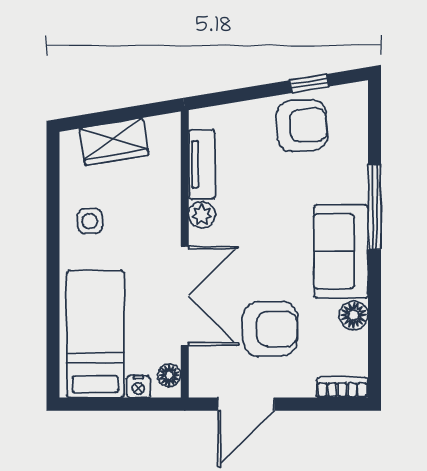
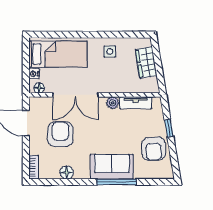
window: (309, 83) -> (169, 128), moved
sofa: (341, 251) -> (112, 167), moved
armchair: (270, 329) -> (60, 134), turned 180

